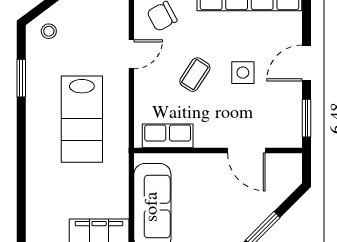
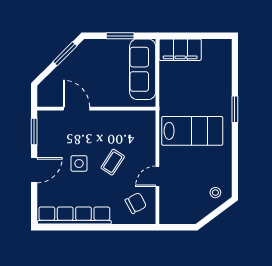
window: (21, 78) -> (235, 109), moved
lab bench: (82, 119) -> (192, 131), turned 90
row of seats: (168, 136) -> (132, 119), removed

